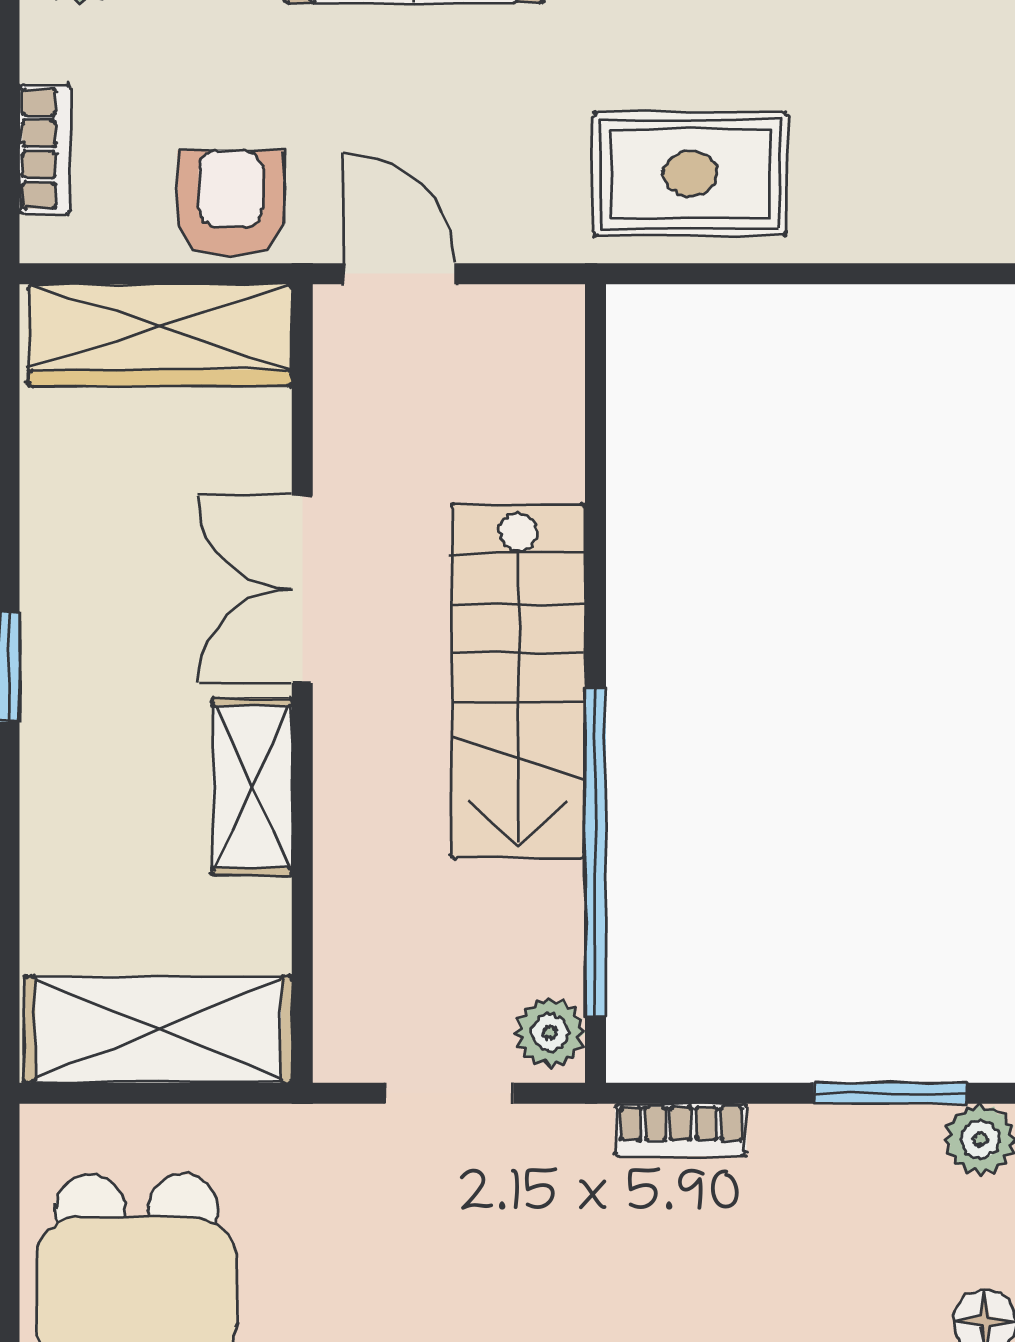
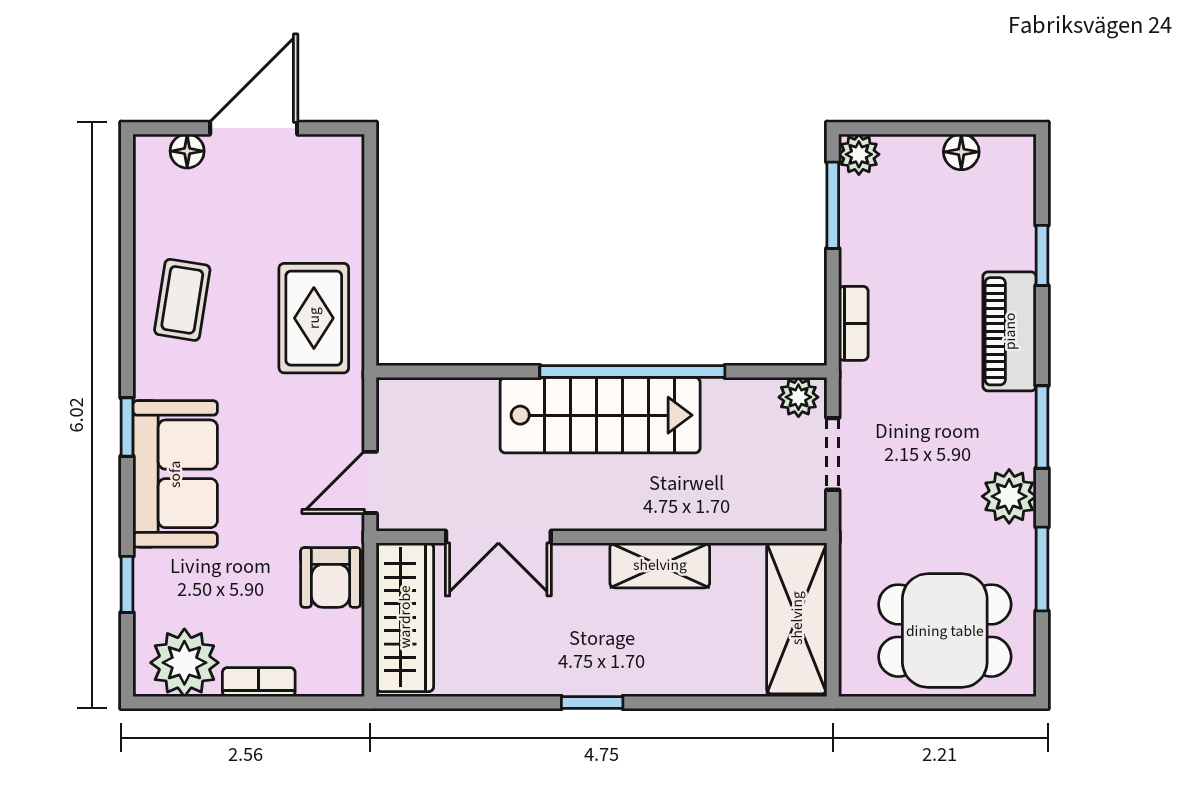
bookcase: (45, 149) -> (259, 682), moved
armchair: (231, 203) -> (331, 577), turned -90
double door: (302, 589) -> (498, 537), moved
window: (595, 852) -> (632, 372), moved

